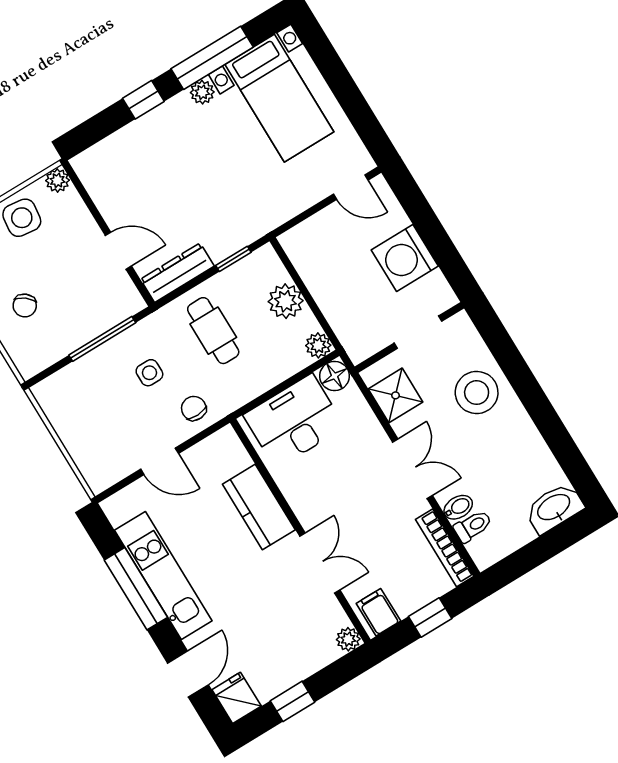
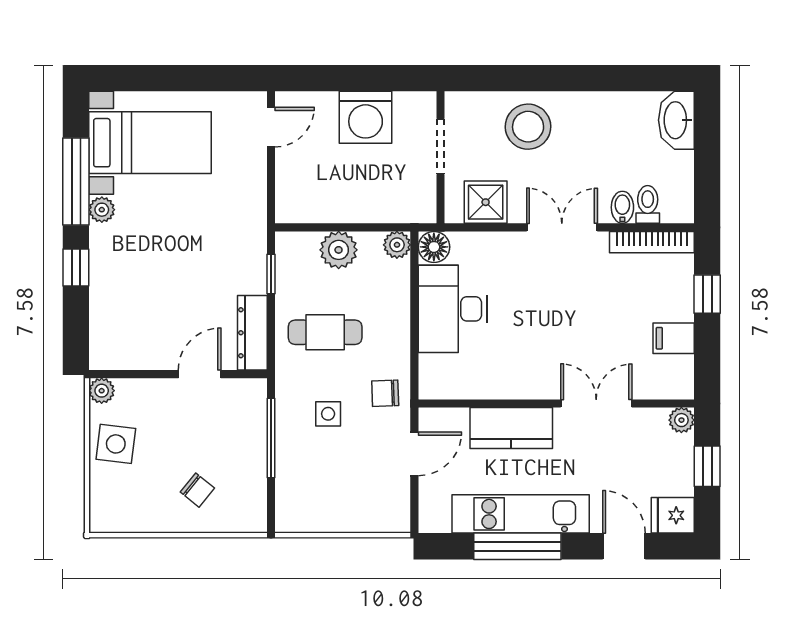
kitchen counter: (259, 507) -> (511, 428), moved
wall: (300, 531) -> (556, 403), moved
double door: (320, 563) -> (596, 403), moved
plant: (348, 639) -> (681, 420), moved

